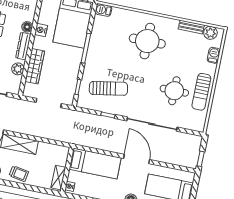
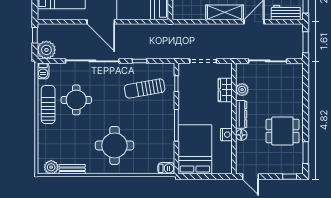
barbecue: (214, 55) -> (43, 71), moved
wardrobe: (35, 66) -> (225, 90), width x0.67
plant: (193, 143) -> (46, 50), added

